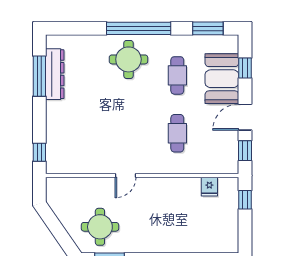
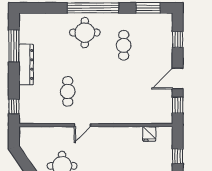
dresser: (55, 74) -> (26, 64), moved
booth: (222, 79) -> (159, 48), removed
cafe table: (177, 133) -> (68, 91), moved
window: (245, 200) -> (178, 156), moved

